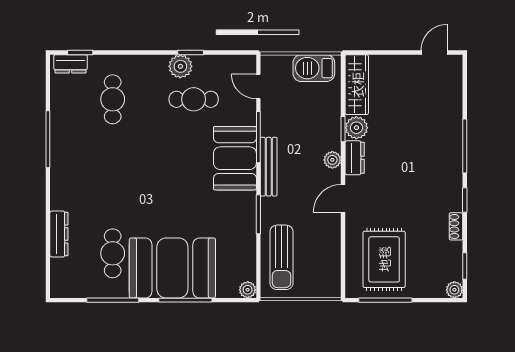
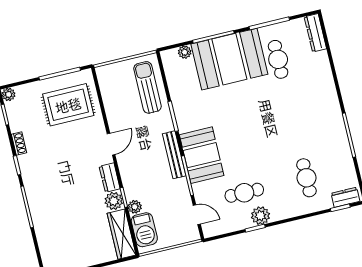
barbecue: (314, 68) -> (144, 230), moved, turned 90
plant: (332, 160) -> (135, 207), moved
dresser: (59, 234) -> (315, 33), moved
rug: (384, 259) -> (68, 105), turned 90
plant: (248, 290) -> (185, 52), moved

